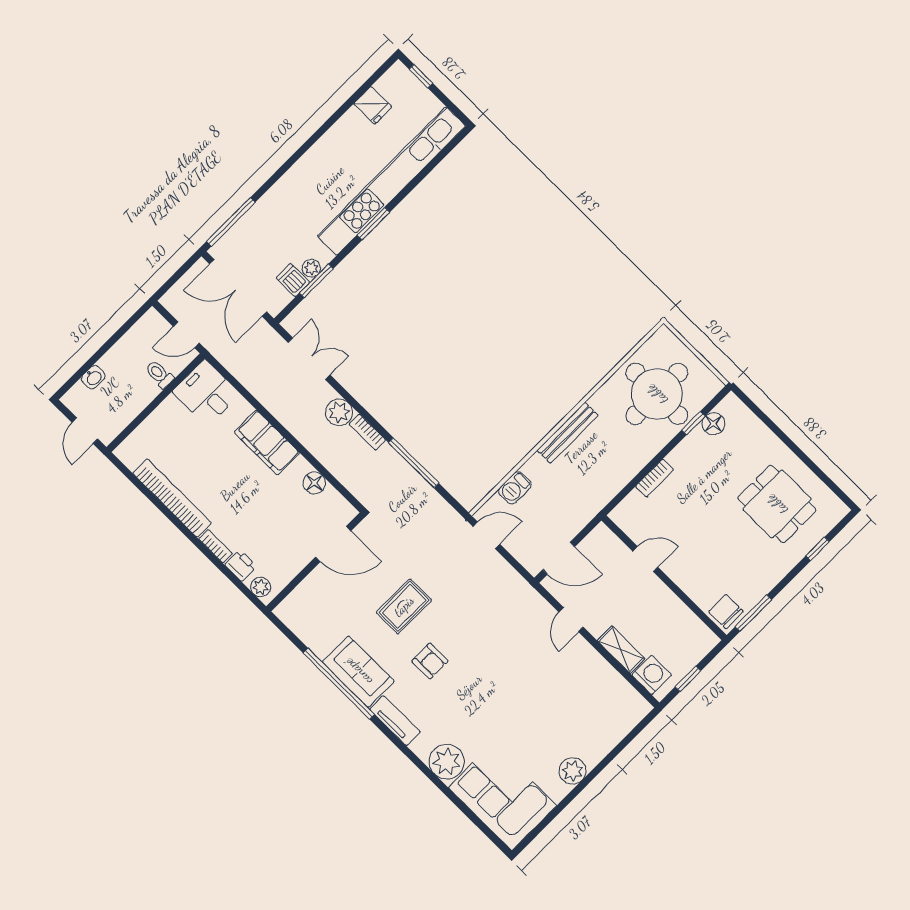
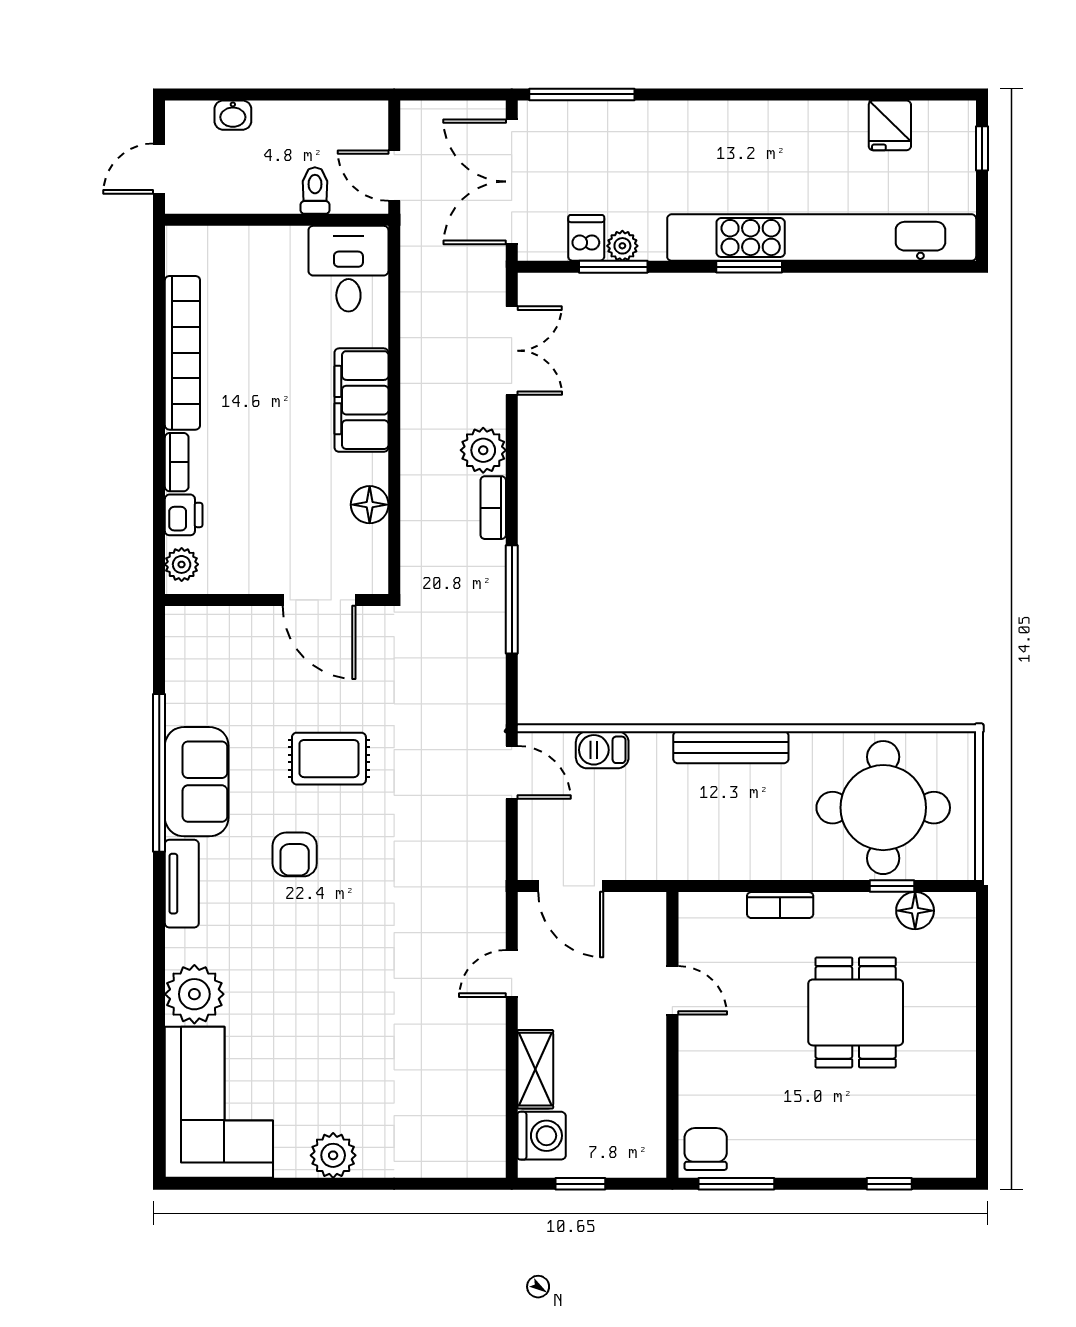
dining table: (777, 504) -> (856, 1012), moved

